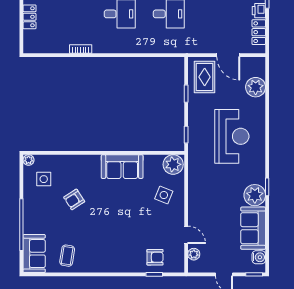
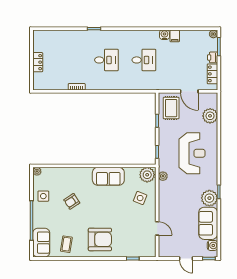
side table: (44, 179) -> (43, 196), moved
plant: (194, 254) -> (163, 176), moved
armchair: (155, 257) -> (100, 239), moved, width x1.88, depth x1.88

